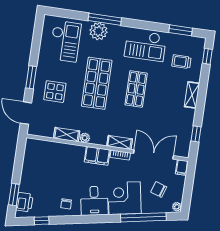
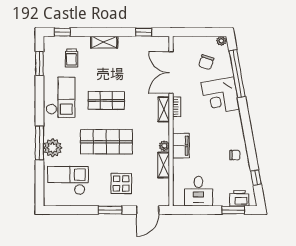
filing cabinet: (97, 156) -> (181, 146), moved
filing cabinet: (182, 167) -> (180, 42), removed
desk: (94, 201) -> (198, 191), moved, turned 100

